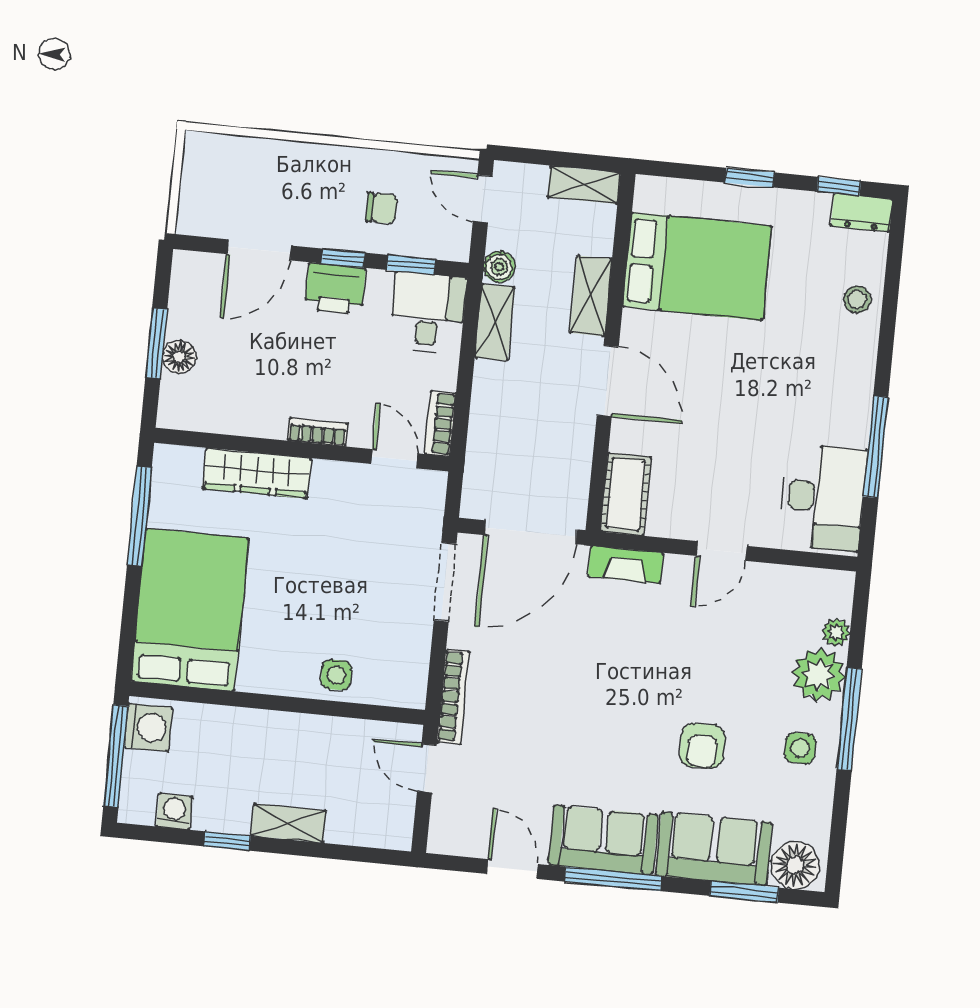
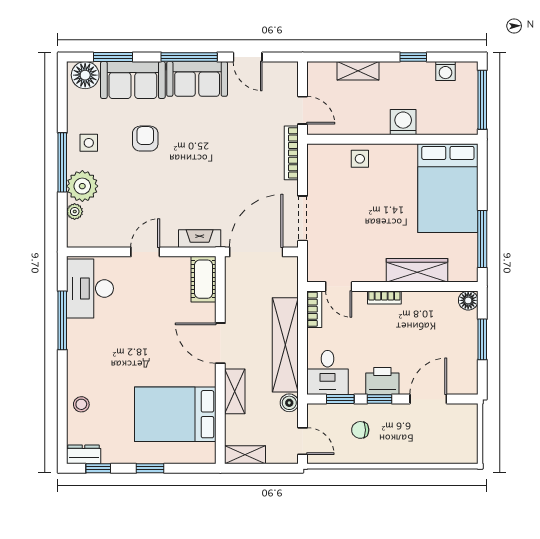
shelving: (495, 322) -> (285, 345), width x2.20, depth x1.33
floor lamp: (179, 357) -> (468, 300), moved
washing machine: (148, 727) -> (403, 122), moved, turned 90
shelving: (289, 823) -> (358, 71), moved

